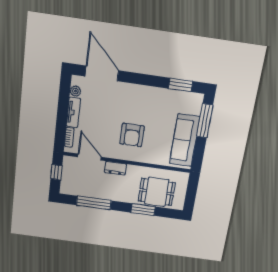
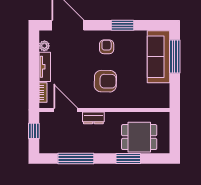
window: (181, 85) -> (122, 25), moved
armchair: (138, 101) -> (107, 47), added
armchair: (132, 135) -> (105, 81), turned -89
sofa: (185, 140) -> (158, 57), moved

